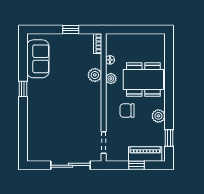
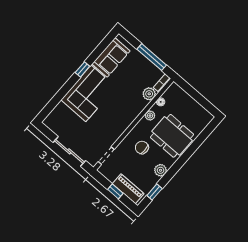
window: (71, 30) -> (152, 57), width x2.17
plant: (95, 75) -> (149, 94), moved
corner sofa: (45, 104) -> (88, 93), added

